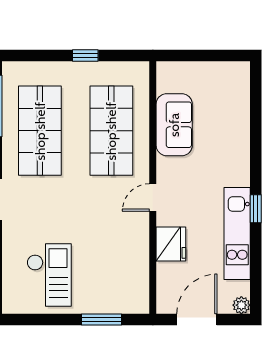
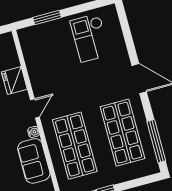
water cooler: (164, 165) -> (34, 132), added

